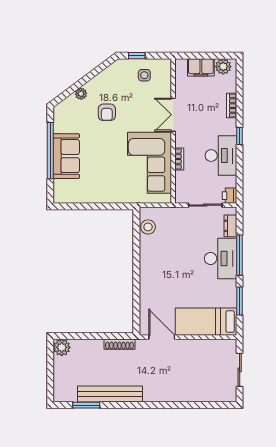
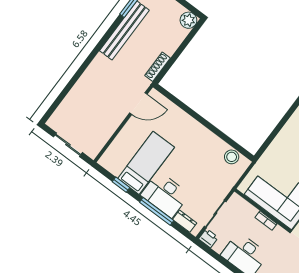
window: (240, 301) -> (121, 185), width x0.67
bed: (206, 322) -> (146, 163), moved

